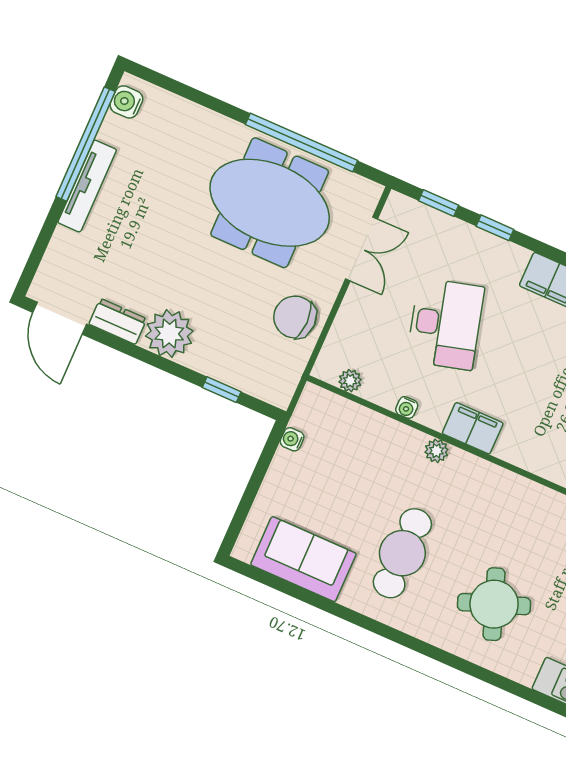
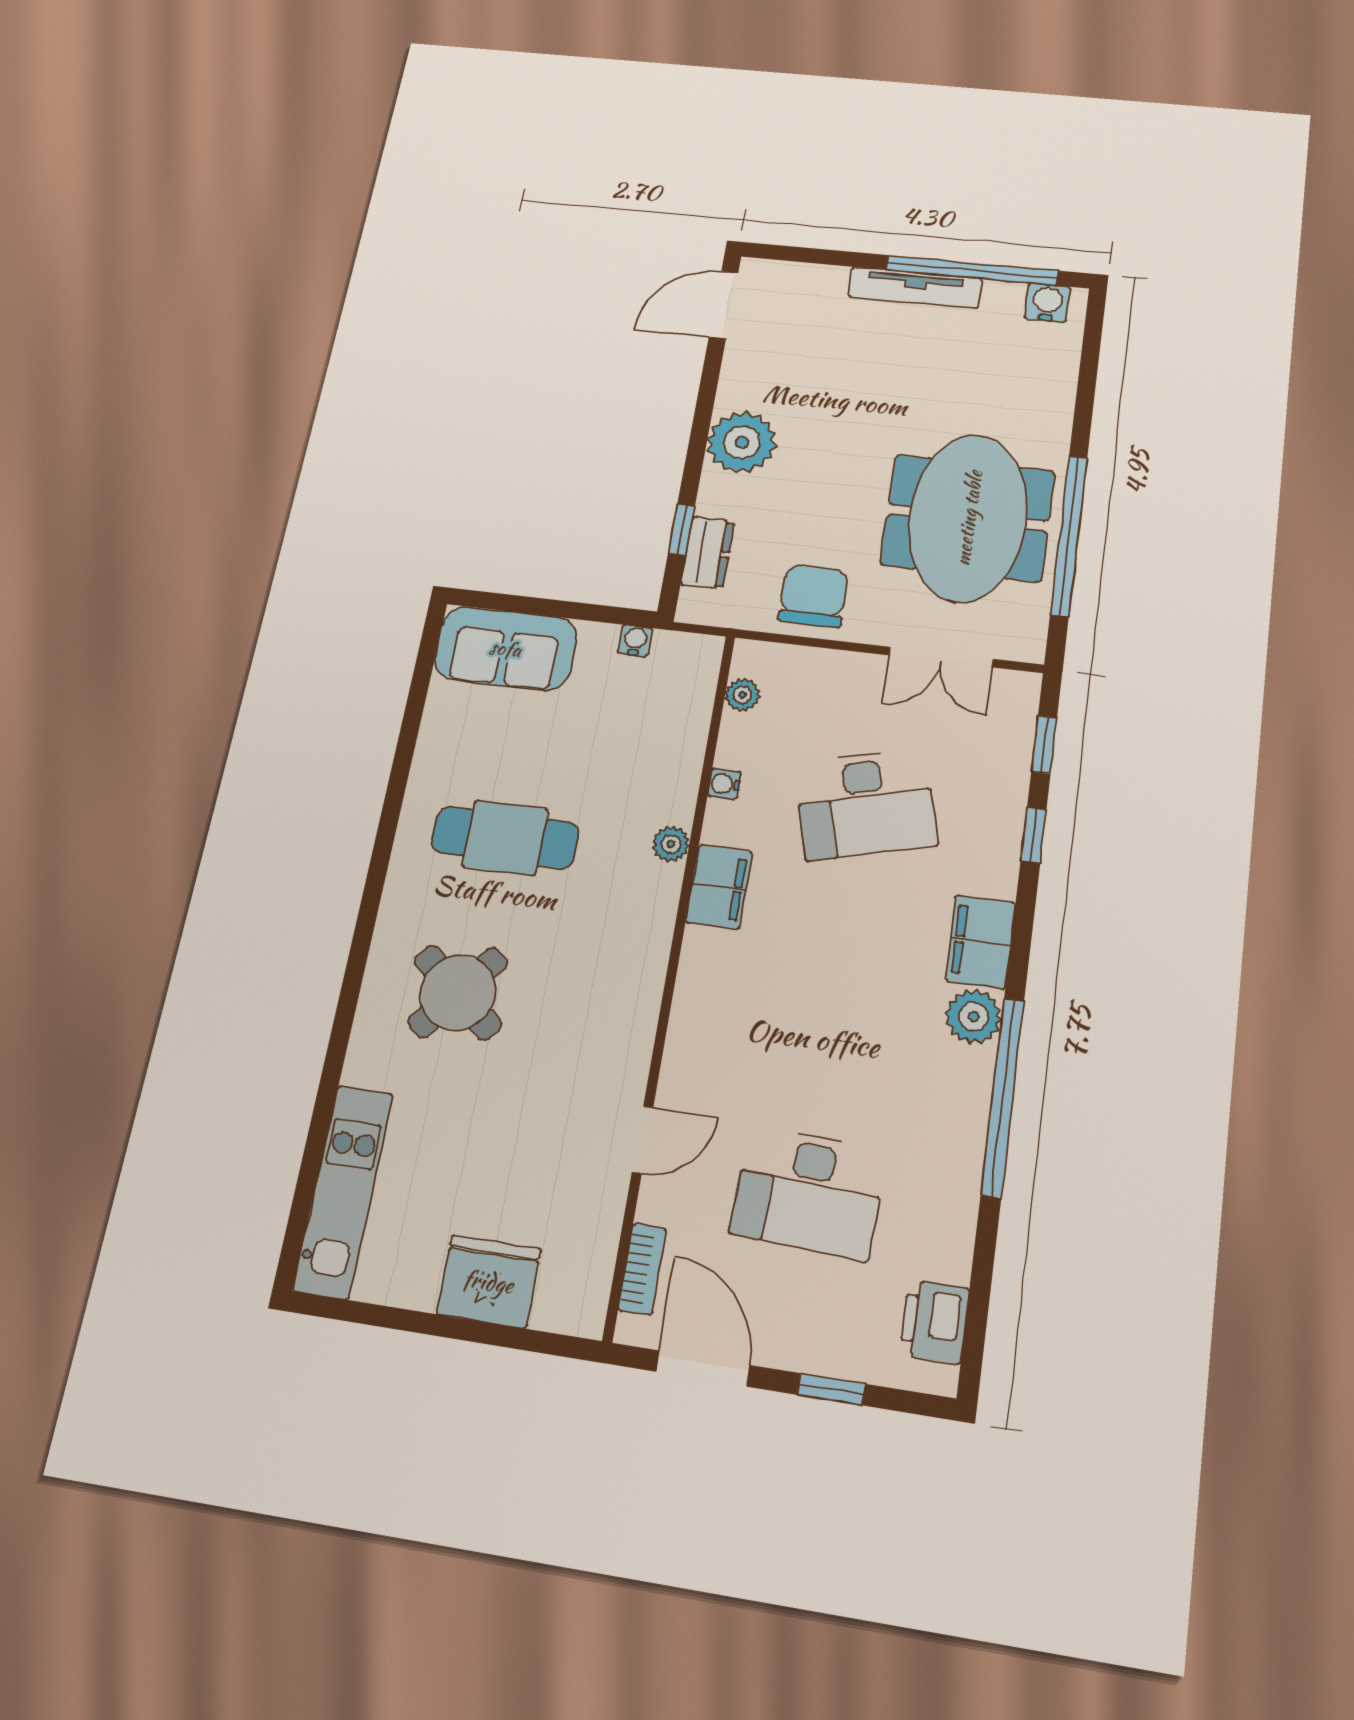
dresser: (118, 321) -> (708, 553), moved
sofa: (303, 559) -> (506, 648), moved, turned 90
round table: (494, 604) -> (458, 992), turned -31

